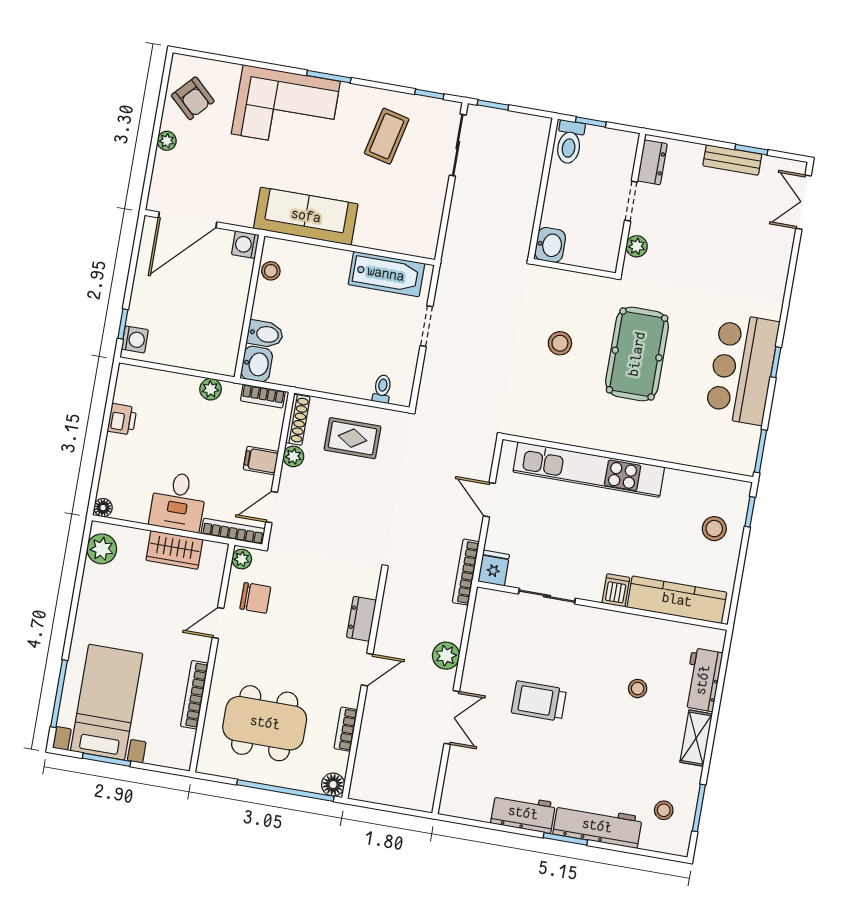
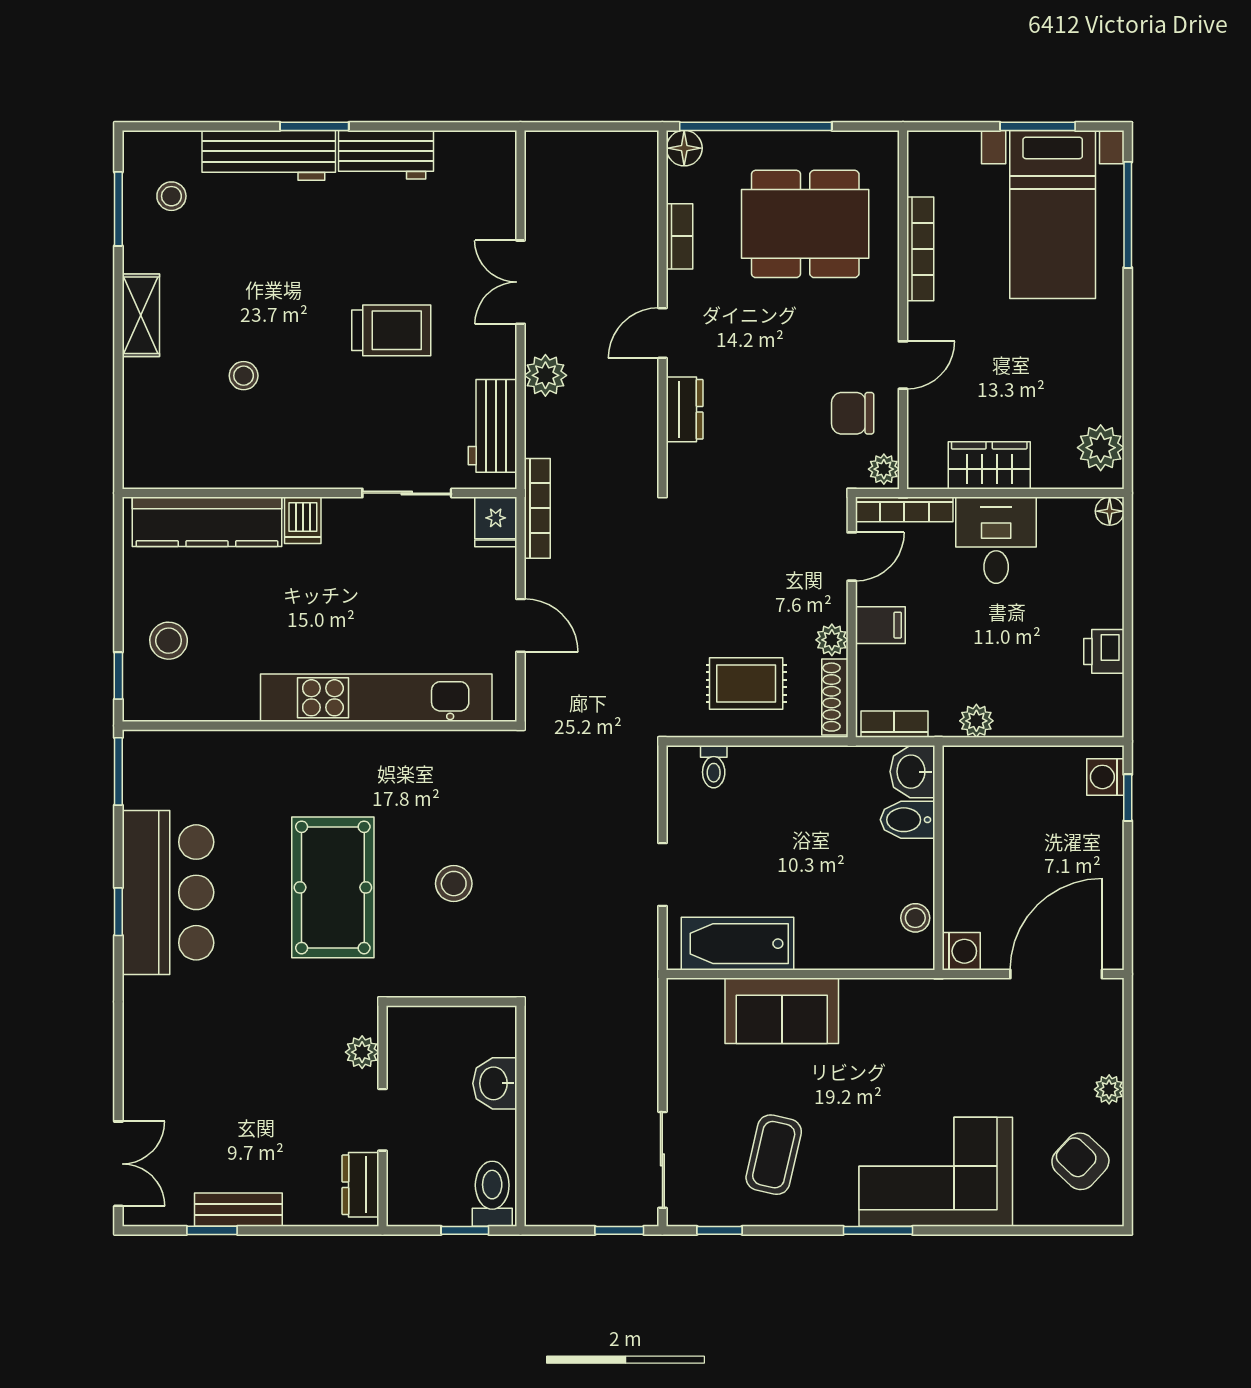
sofa: (306, 216) -> (782, 1011), moved, width x0.73
washbasin: (550, 245) -> (495, 1083), moved
workbench: (703, 680) -> (493, 426), moved, turned 180

